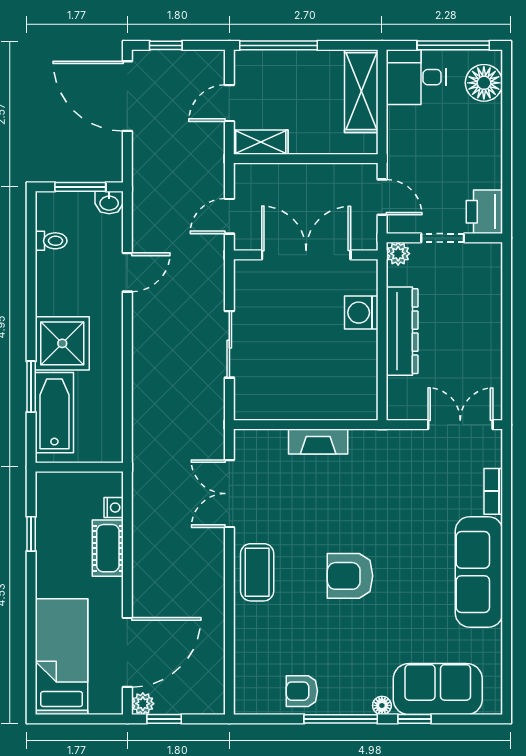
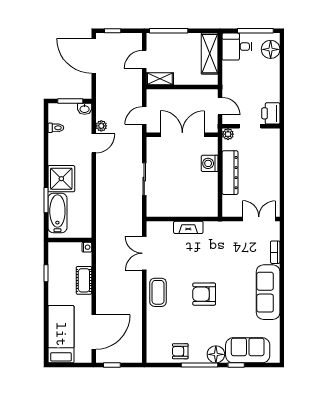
nightstand: (114, 508) -> (87, 247), moved
plant: (143, 704) -> (101, 126), moved
floor lamp: (382, 705) -> (216, 354), width x1.89, depth x1.89

